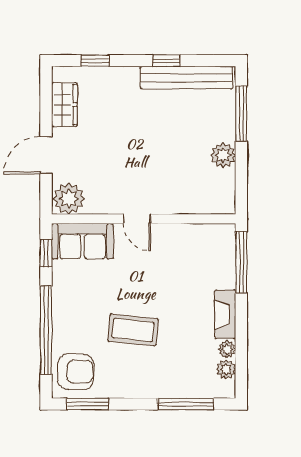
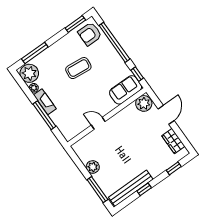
door: (137, 219) -> (98, 123), moved
window: (241, 262) -> (44, 115), moved
plant: (226, 369) -> (29, 73), width x1.87, depth x1.87

